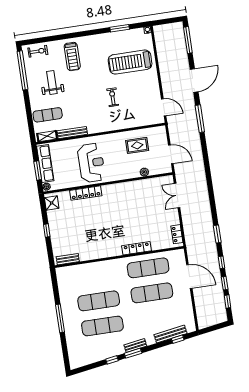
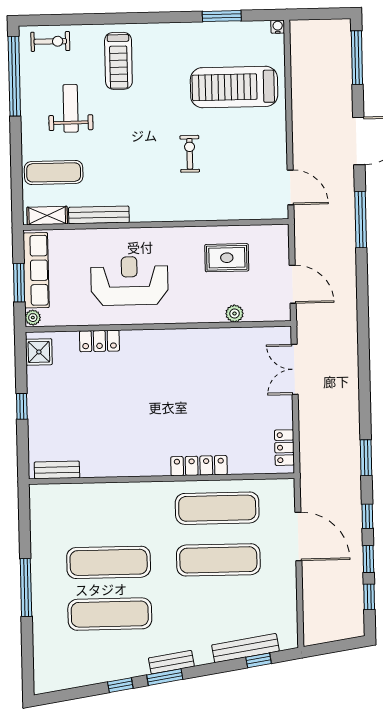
reception desk: (91, 163) -> (129, 281), turned -90
locker: (86, 193) -> (99, 341), width x0.66

